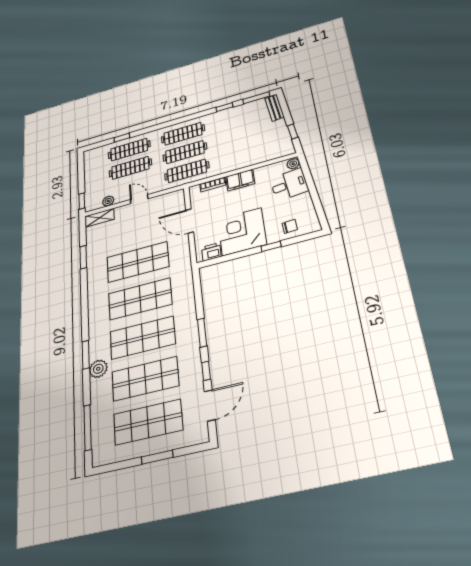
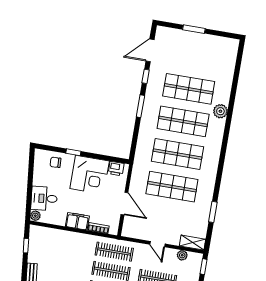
window: (86, 355) -> (227, 127), removed
shop shelf: (148, 422) -> (194, 56), removed
window: (88, 428) -> (237, 70), removed

